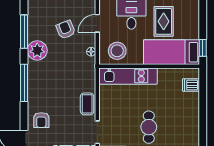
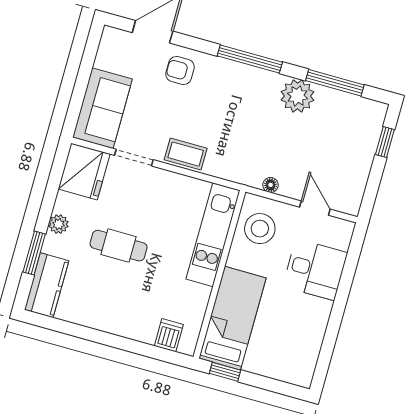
rug: (164, 21) -> (287, 319), removed
armchair: (66, 30) -> (319, 153), removed

